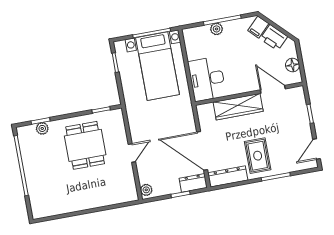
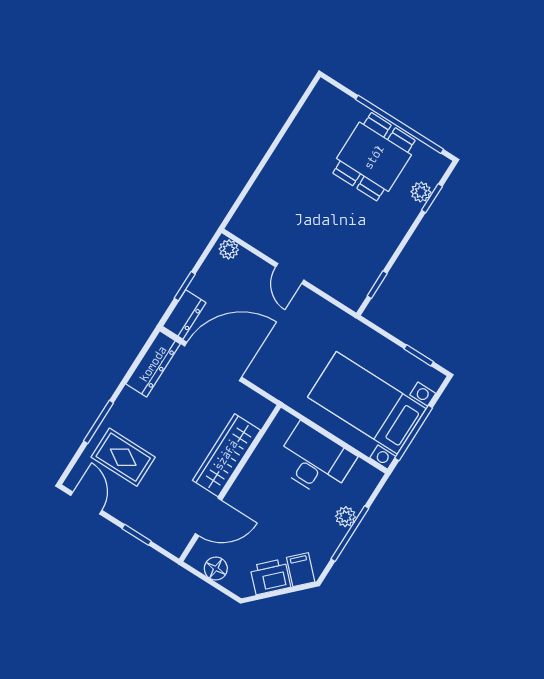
desk: (207, 79) -> (315, 461), moved
dining table: (85, 145) -> (374, 157), moved, turned 90
rug: (258, 156) -> (123, 457), moved

